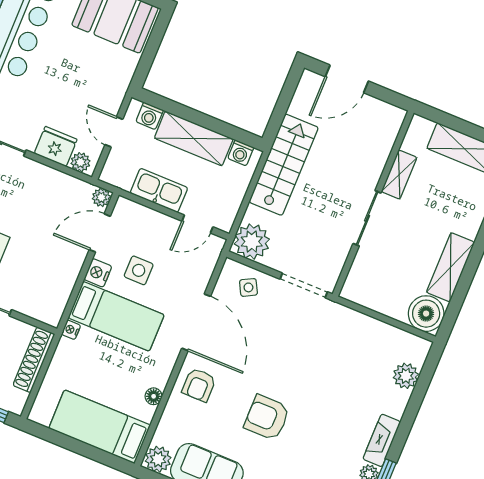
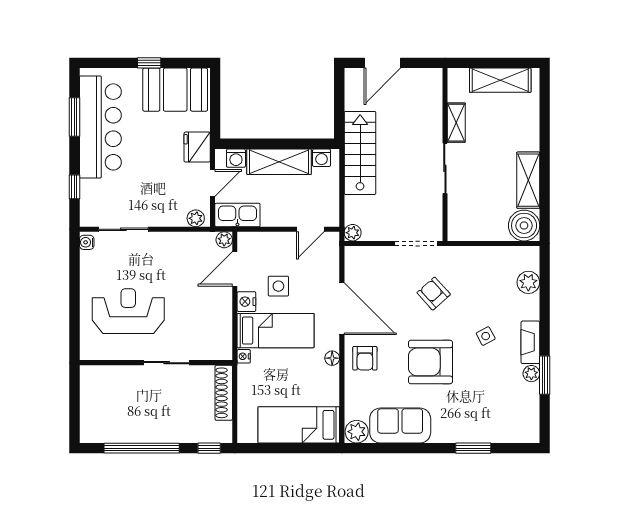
door: (114, 132) -> (213, 183), swing flipped
fridge: (56, 146) -> (197, 147), moved, turned -90
kitchen sink: (159, 190) -> (237, 215), moved
plant: (252, 242) -> (353, 233), width x0.53, depth x0.53
side table: (248, 287) -> (486, 336), moved
armchair: (300, 346) -> (434, 294), added
floor lamp: (154, 396) -> (332, 358), moved
armchair: (267, 418) -> (430, 362), width x1.36, depth x1.36

